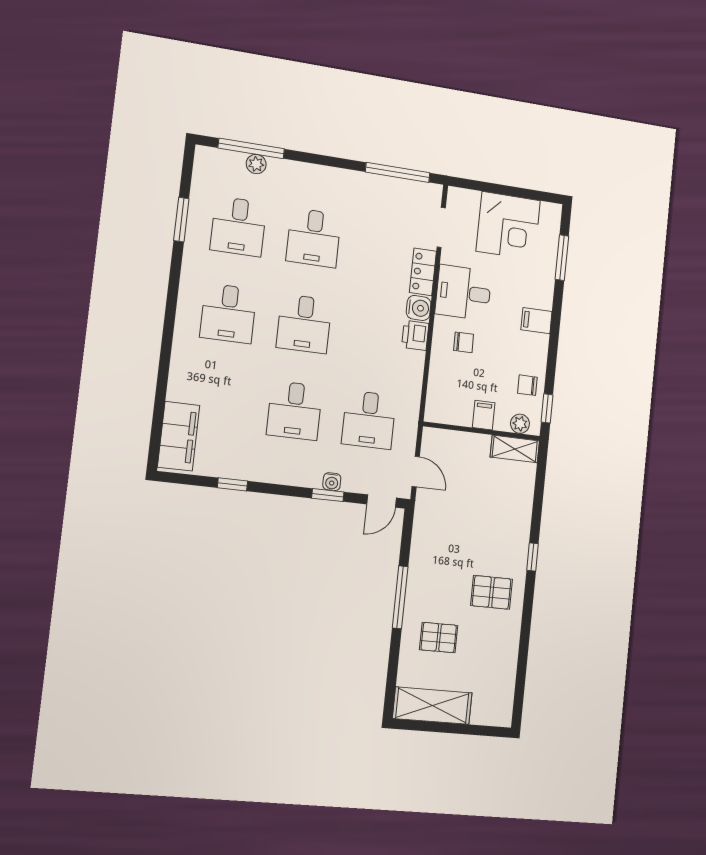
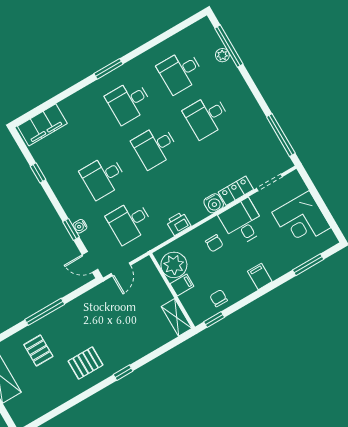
window: (181, 220) -> (109, 69), moved
printer: (415, 335) -> (178, 223), moved
plant: (520, 424) -> (174, 265), moved, width x1.88, depth x1.88
pallet: (492, 592) -> (86, 363), turned 90

